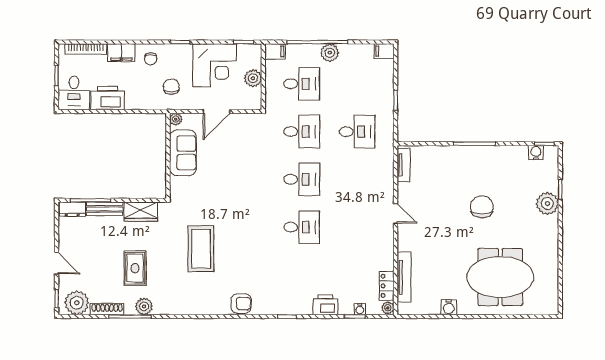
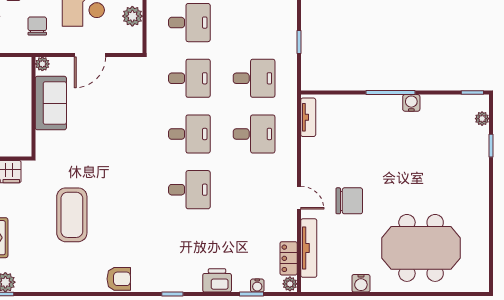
water cooler: (536, 153) -> (411, 103), moved
desk: (357, 179) -> (254, 134), added
plant: (547, 204) -> (482, 119), moved, width x0.53, depth x0.53
chair: (482, 207) -> (349, 201), moved, turned 90
door: (396, 213) -> (299, 198), moved

